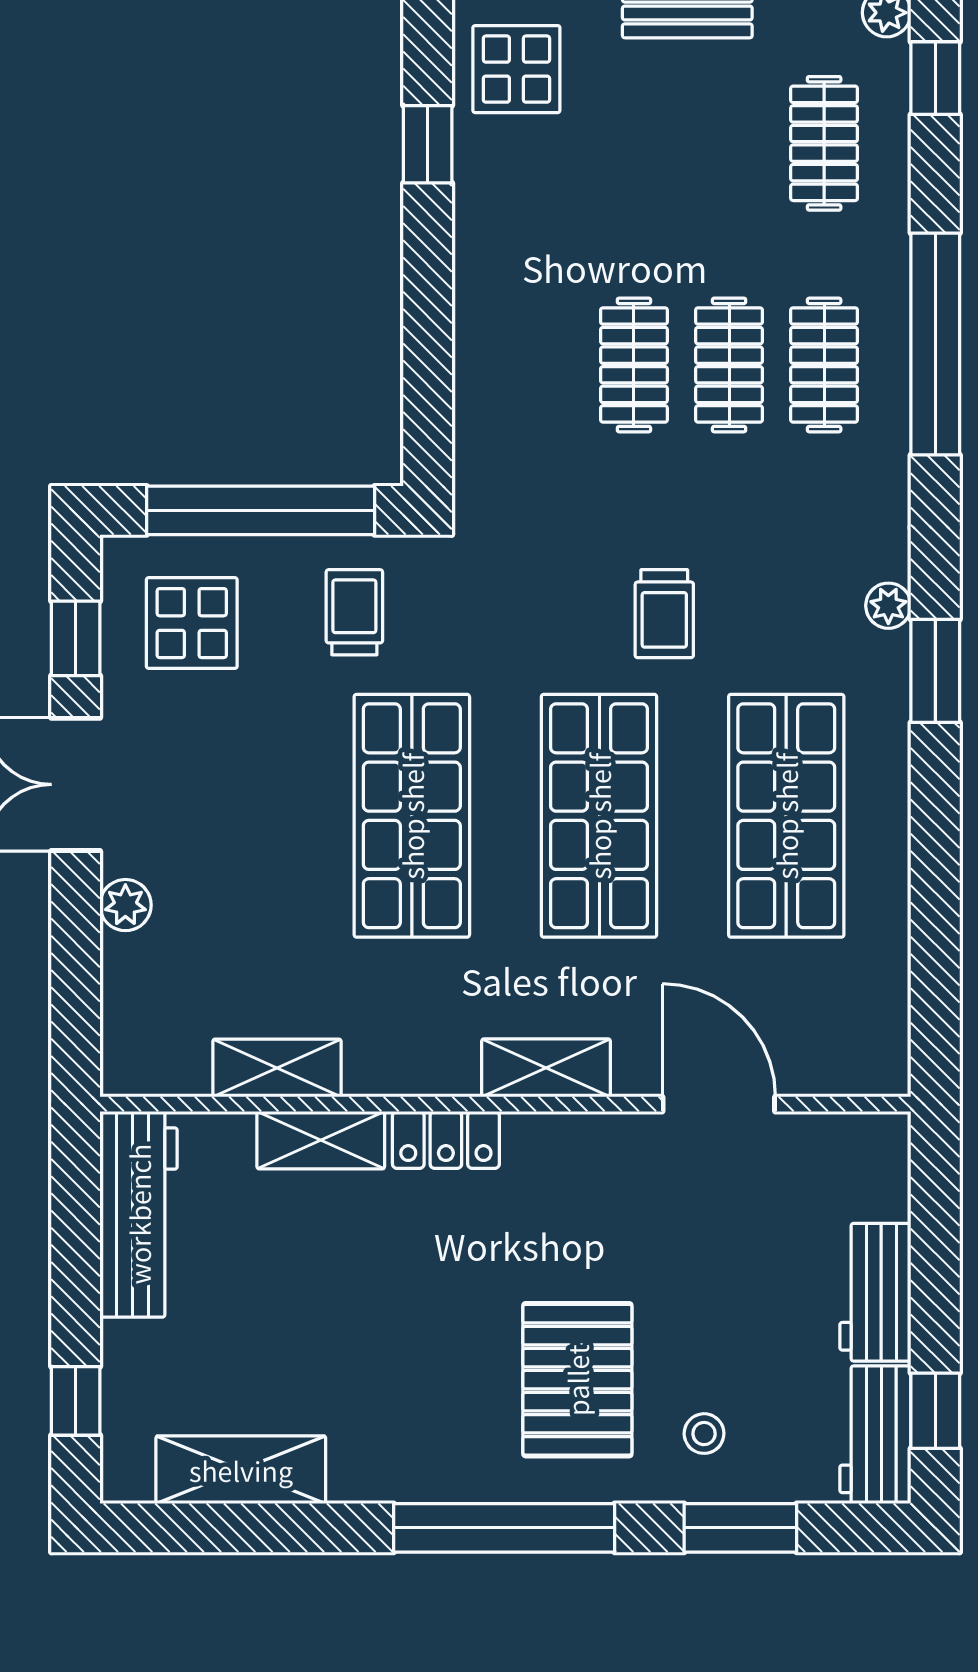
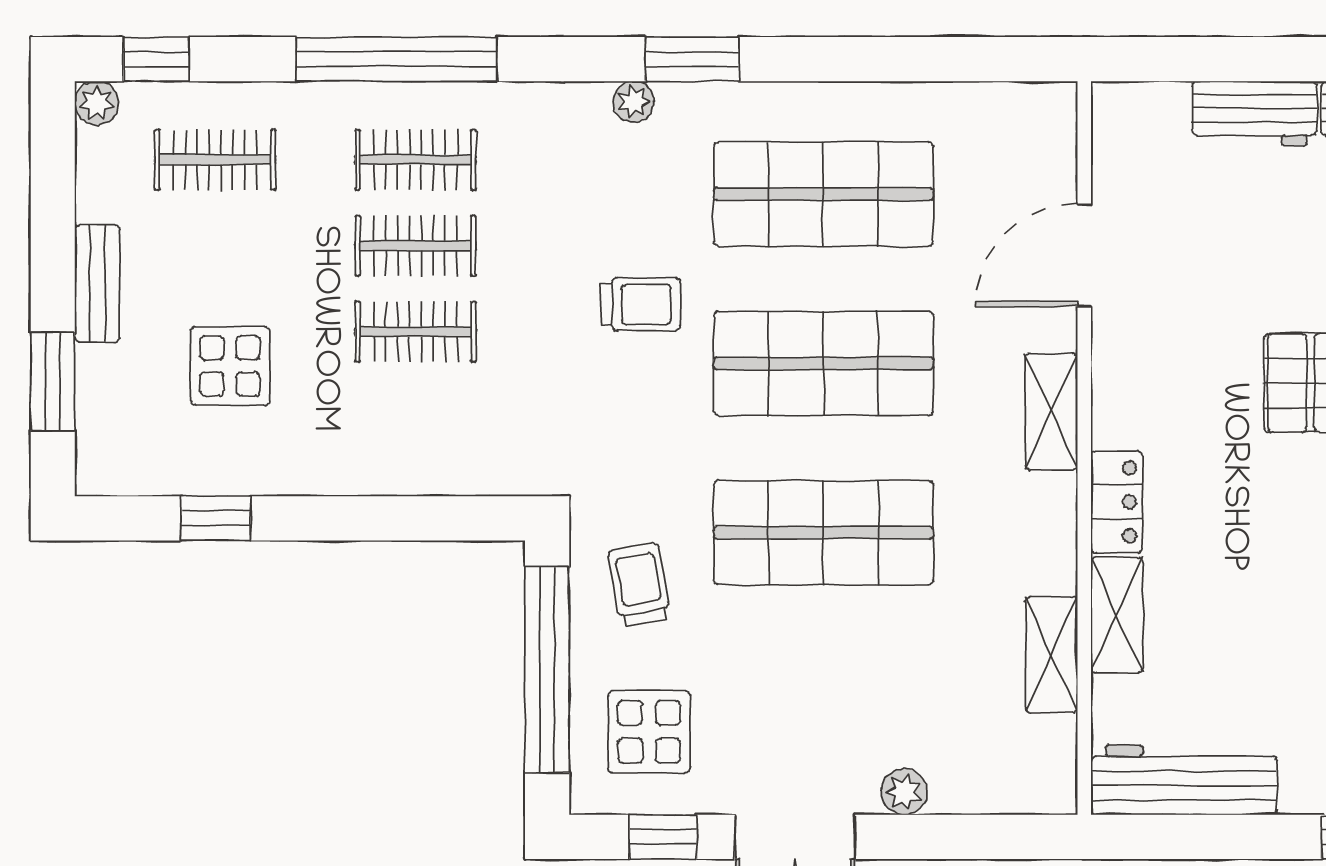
display table: (516, 69) -> (230, 366), moved
trolley: (354, 612) -> (639, 585), turned 80

